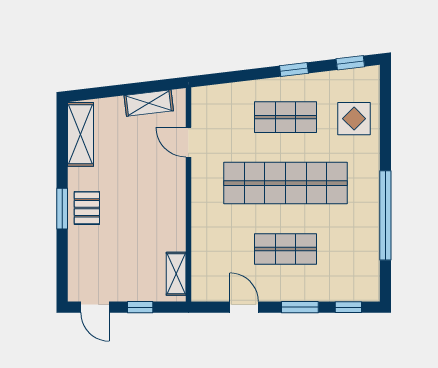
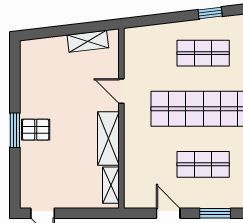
shelving: (81, 134) -> (108, 139), moved
door: (188, 142) -> (121, 91), moved
pallet: (87, 208) -> (36, 130), turned 90
window: (140, 307) -> (81, 213), removed

